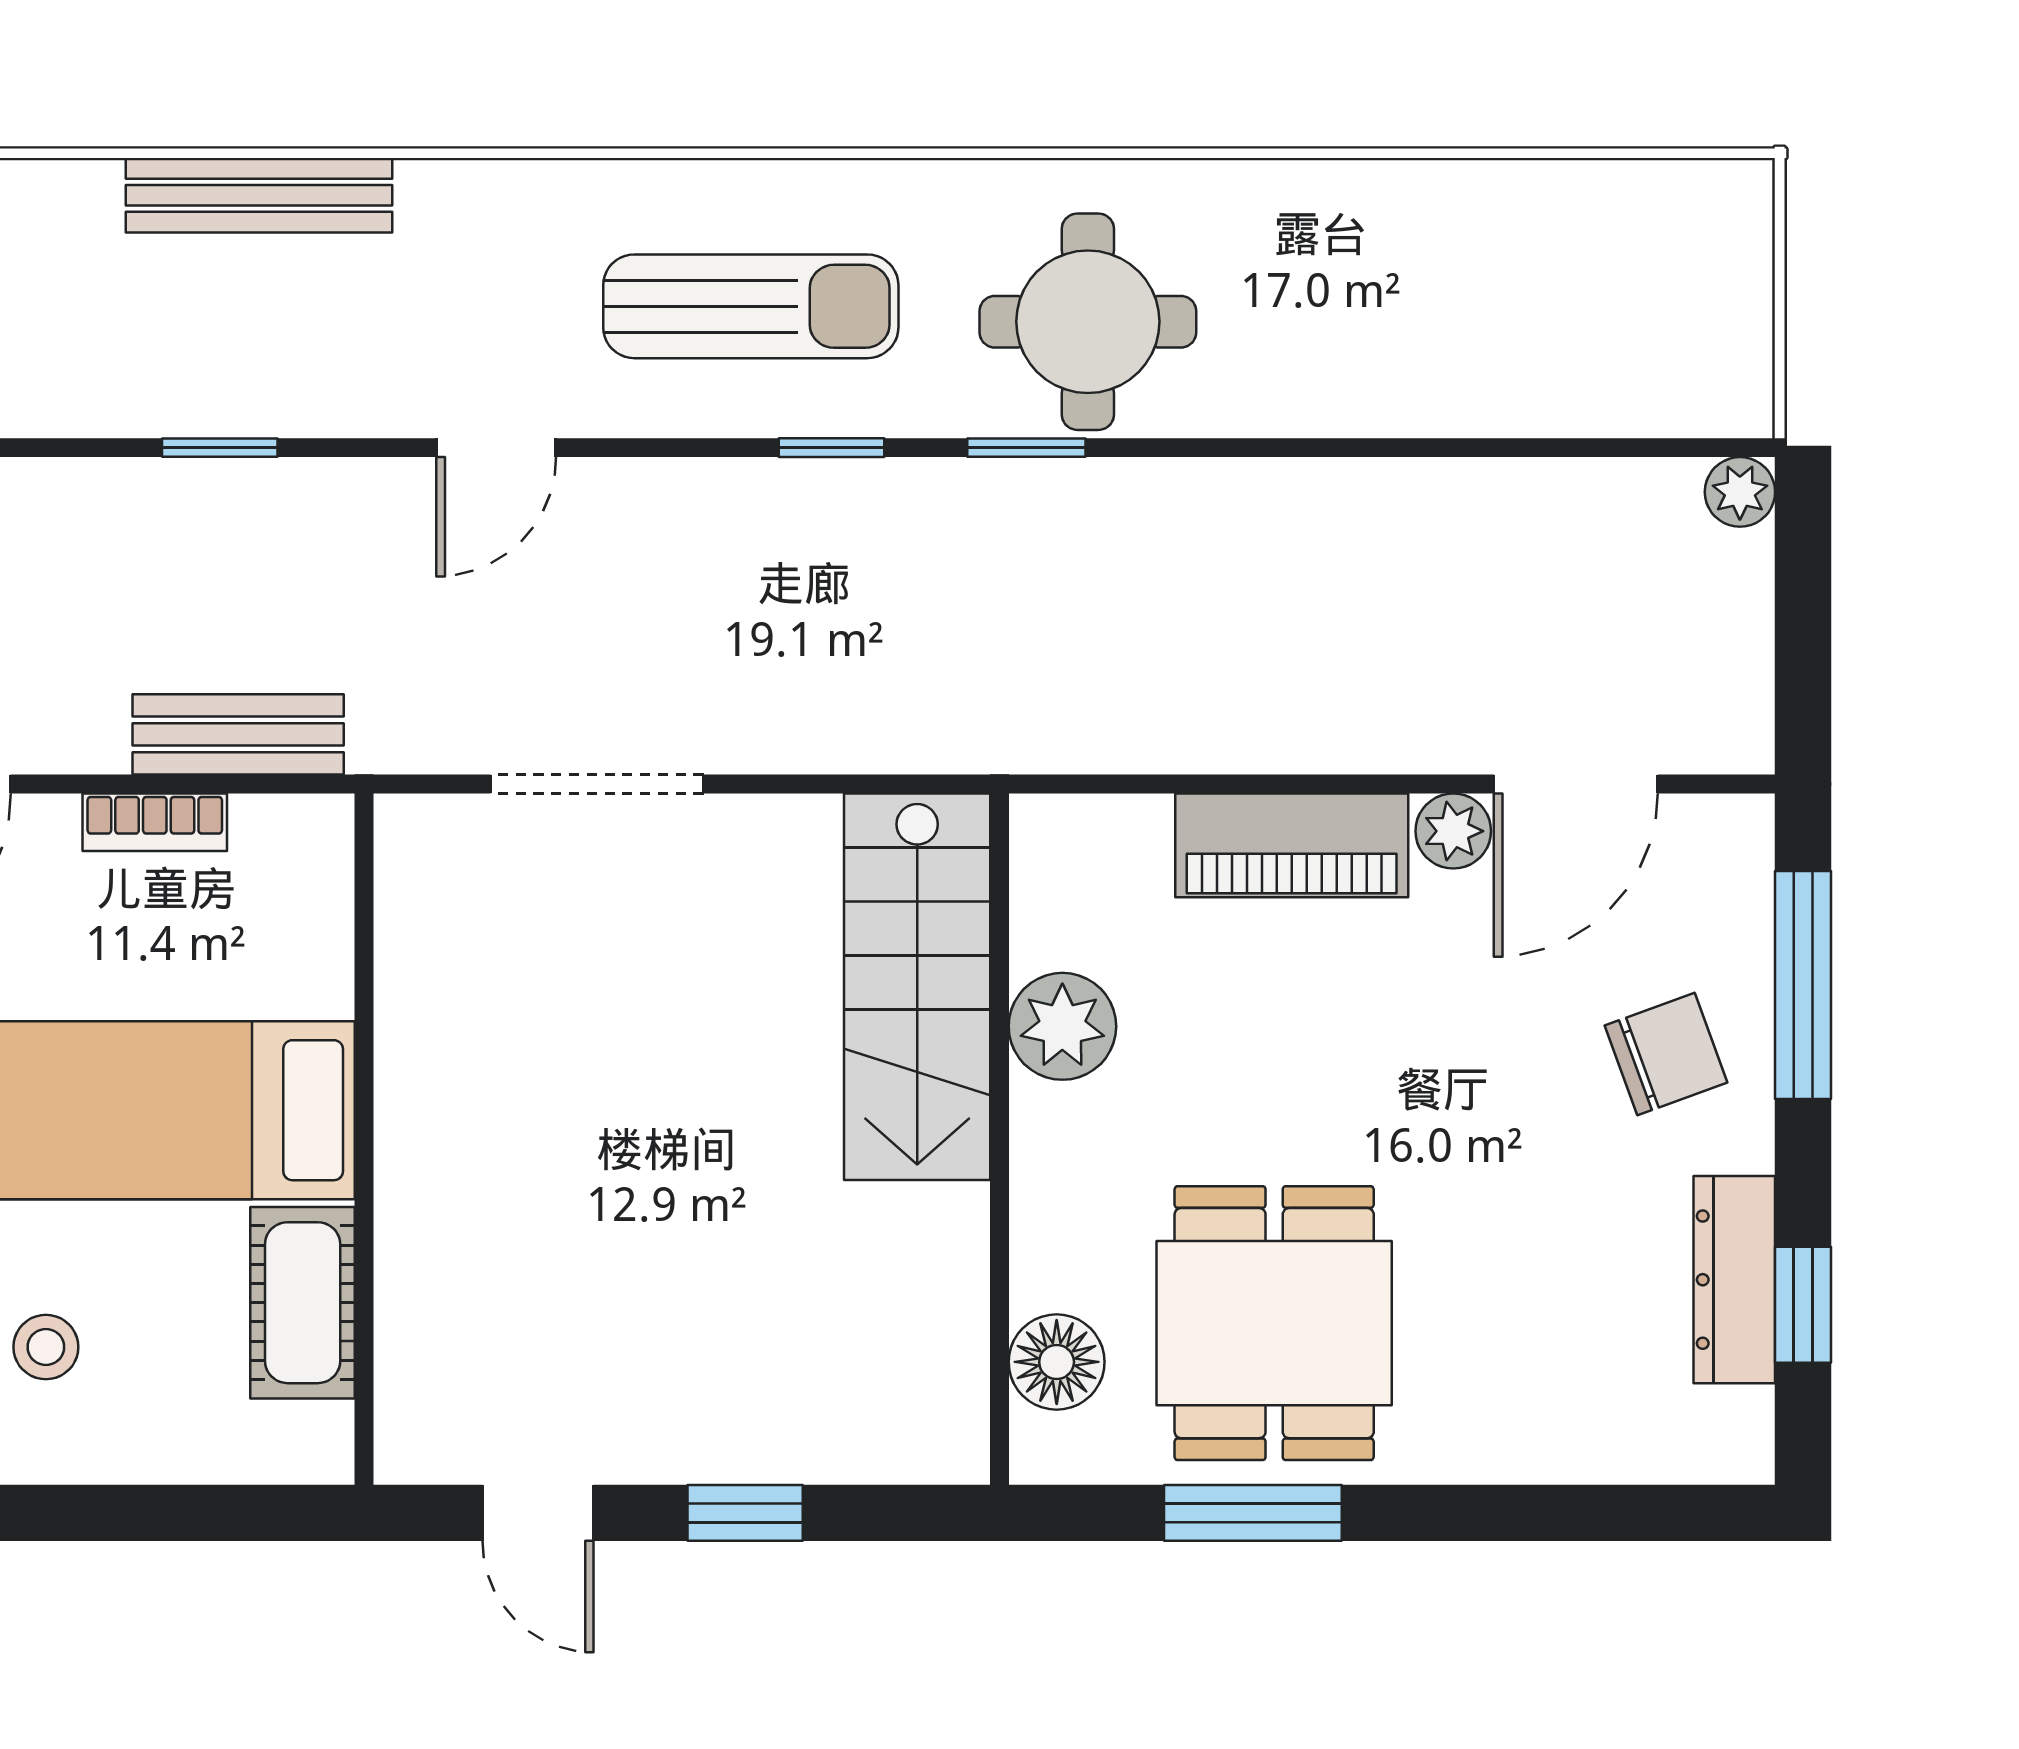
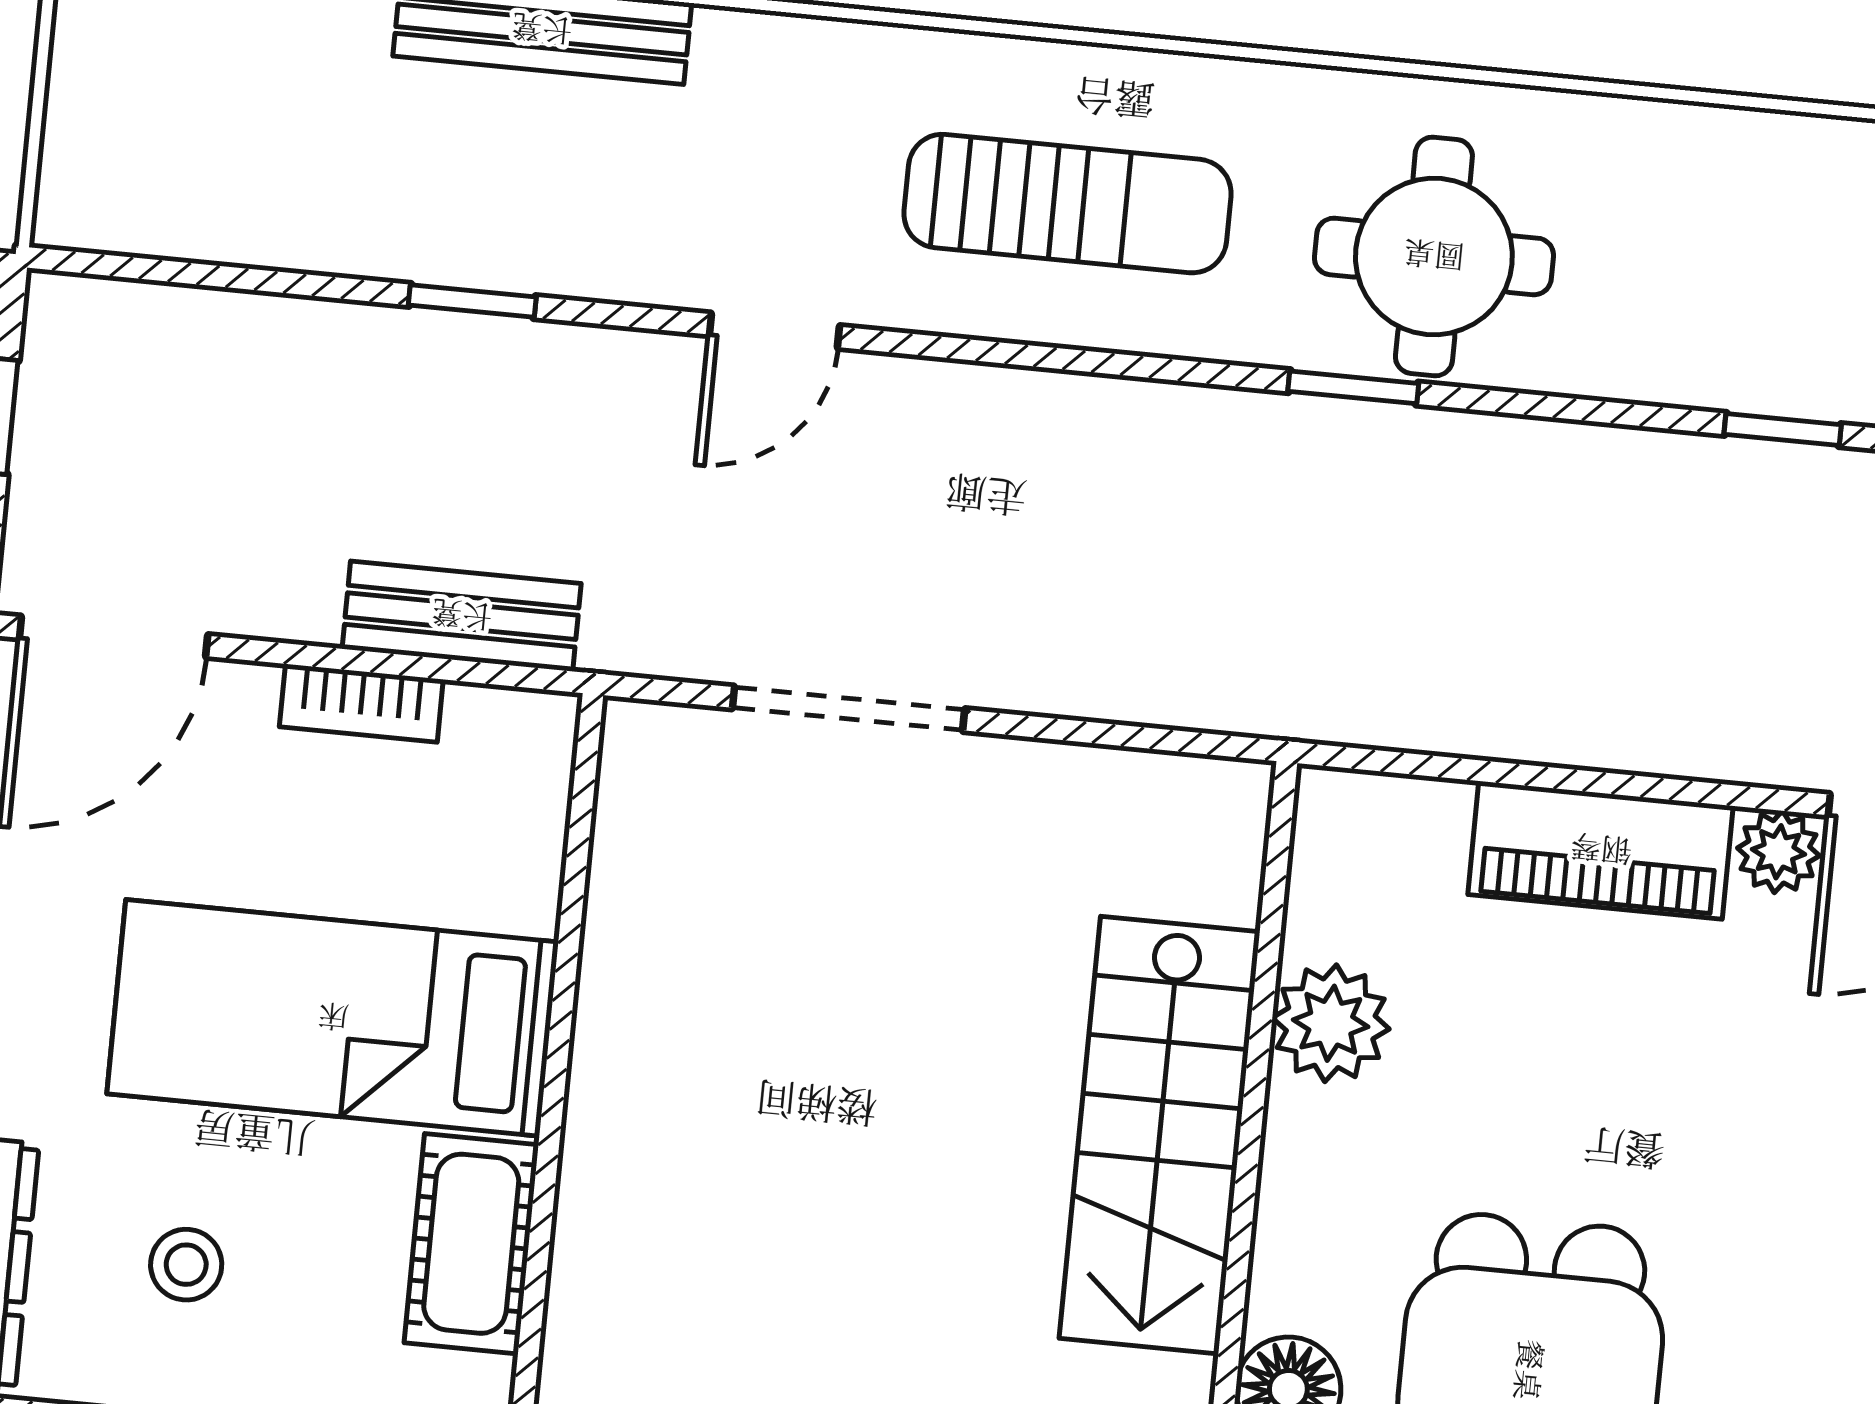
window: (832, 448) -> (1783, 429), moved
stairs: (917, 987) -> (1160, 1135), moved

